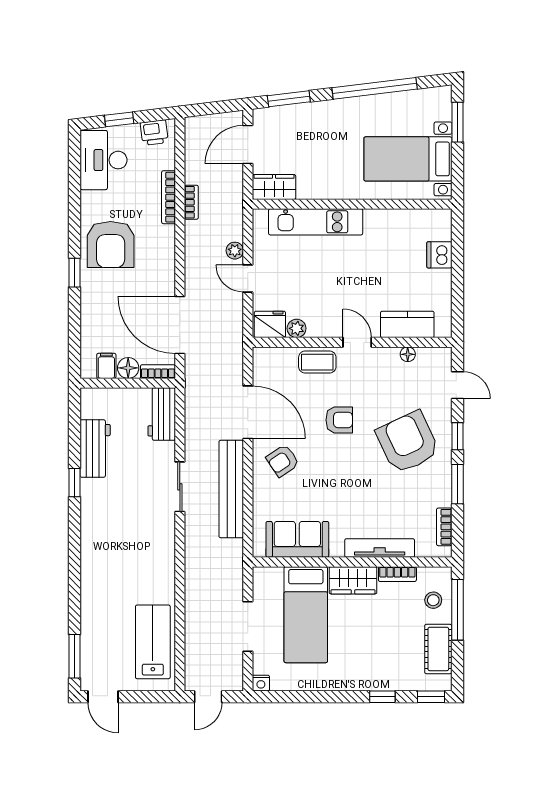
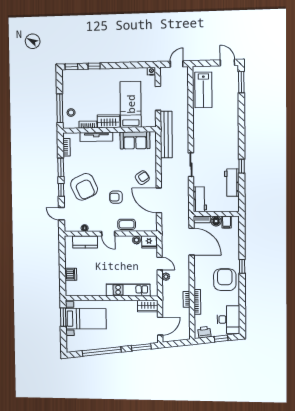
window: (457, 122) -> (63, 317), moved
bench: (231, 489) -> (166, 135), moved
cot: (438, 649) -> (68, 89), removed

